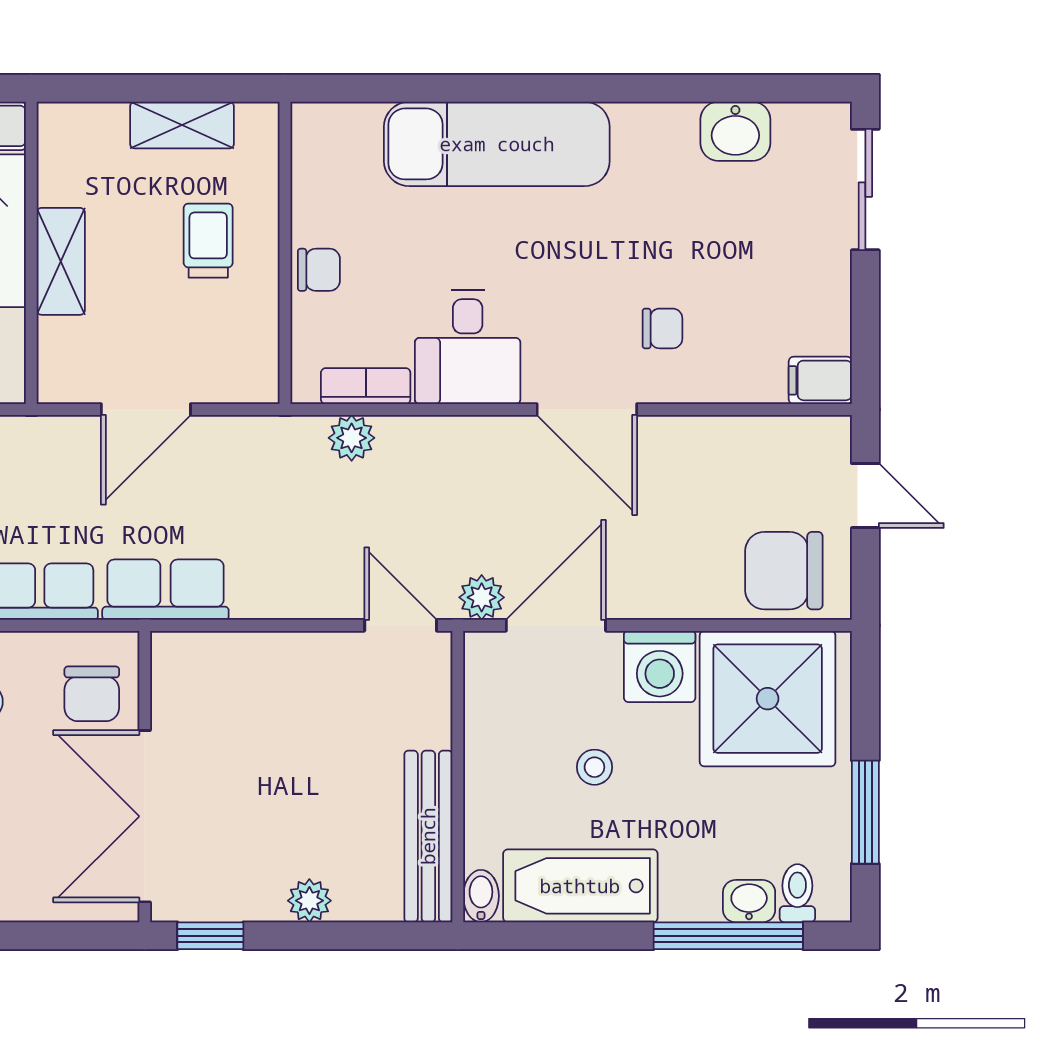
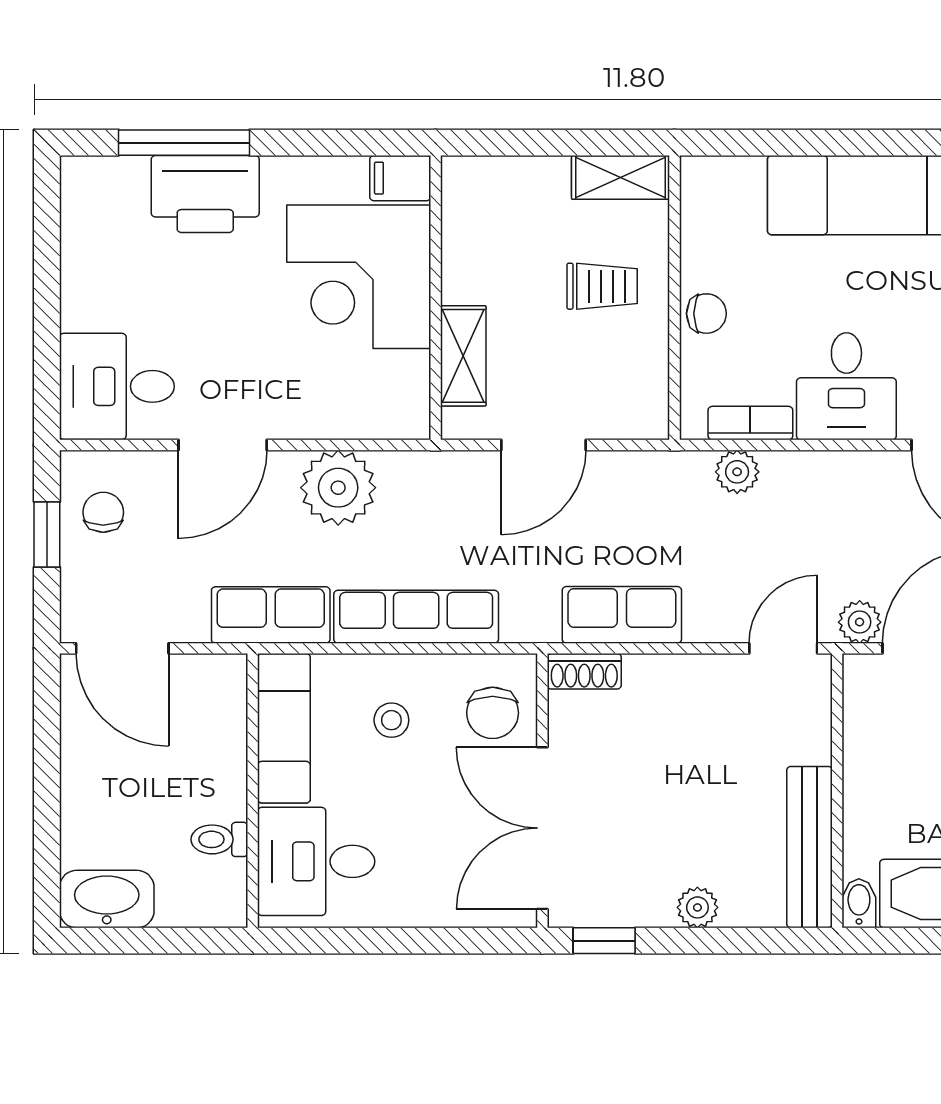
shelving: (182, 125) -> (621, 177), moved
trolley: (208, 241) -> (602, 286), turned 90
shelving: (61, 261) -> (463, 356), moved
row of seats: (165, 590) -> (622, 615), moved
door: (401, 625) -> (783, 648), hinge flipped
shoe rack: (189, 650) -> (584, 671), added

